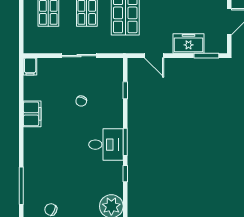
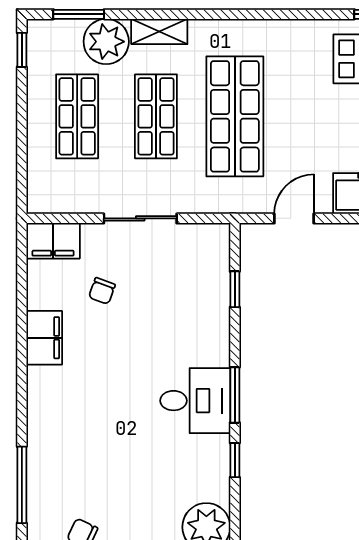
door: (154, 56) -> (294, 218), swing flipped
filing cabinet: (30, 67) -> (53, 241), width x2.00
chair: (81, 101) -> (102, 291), moved

